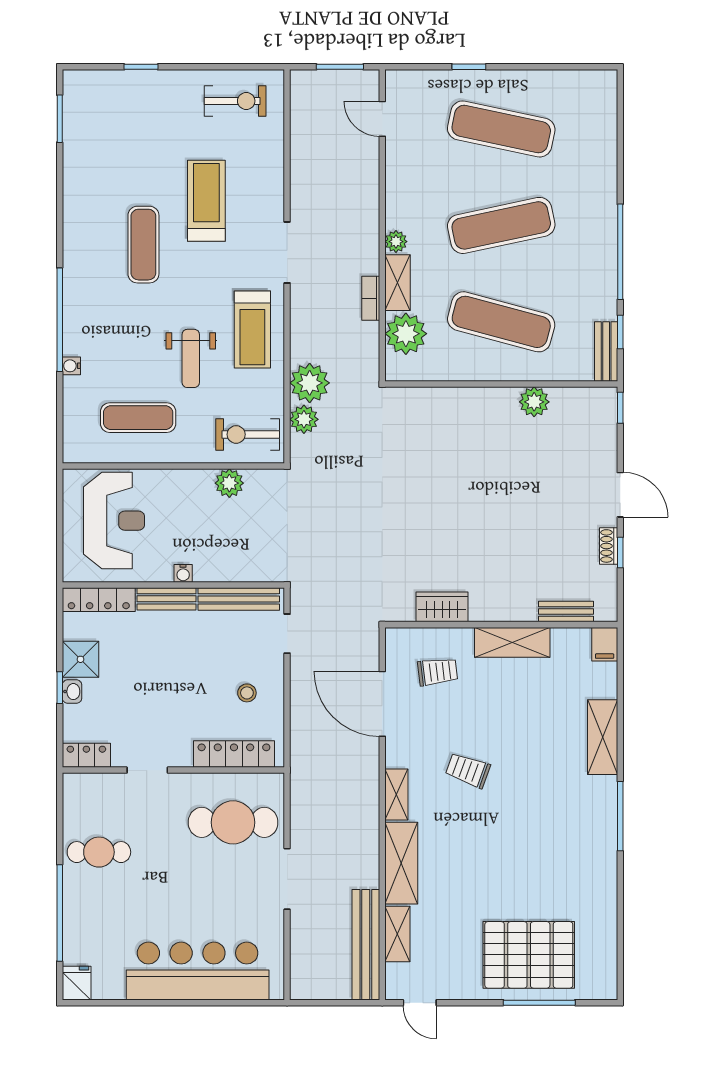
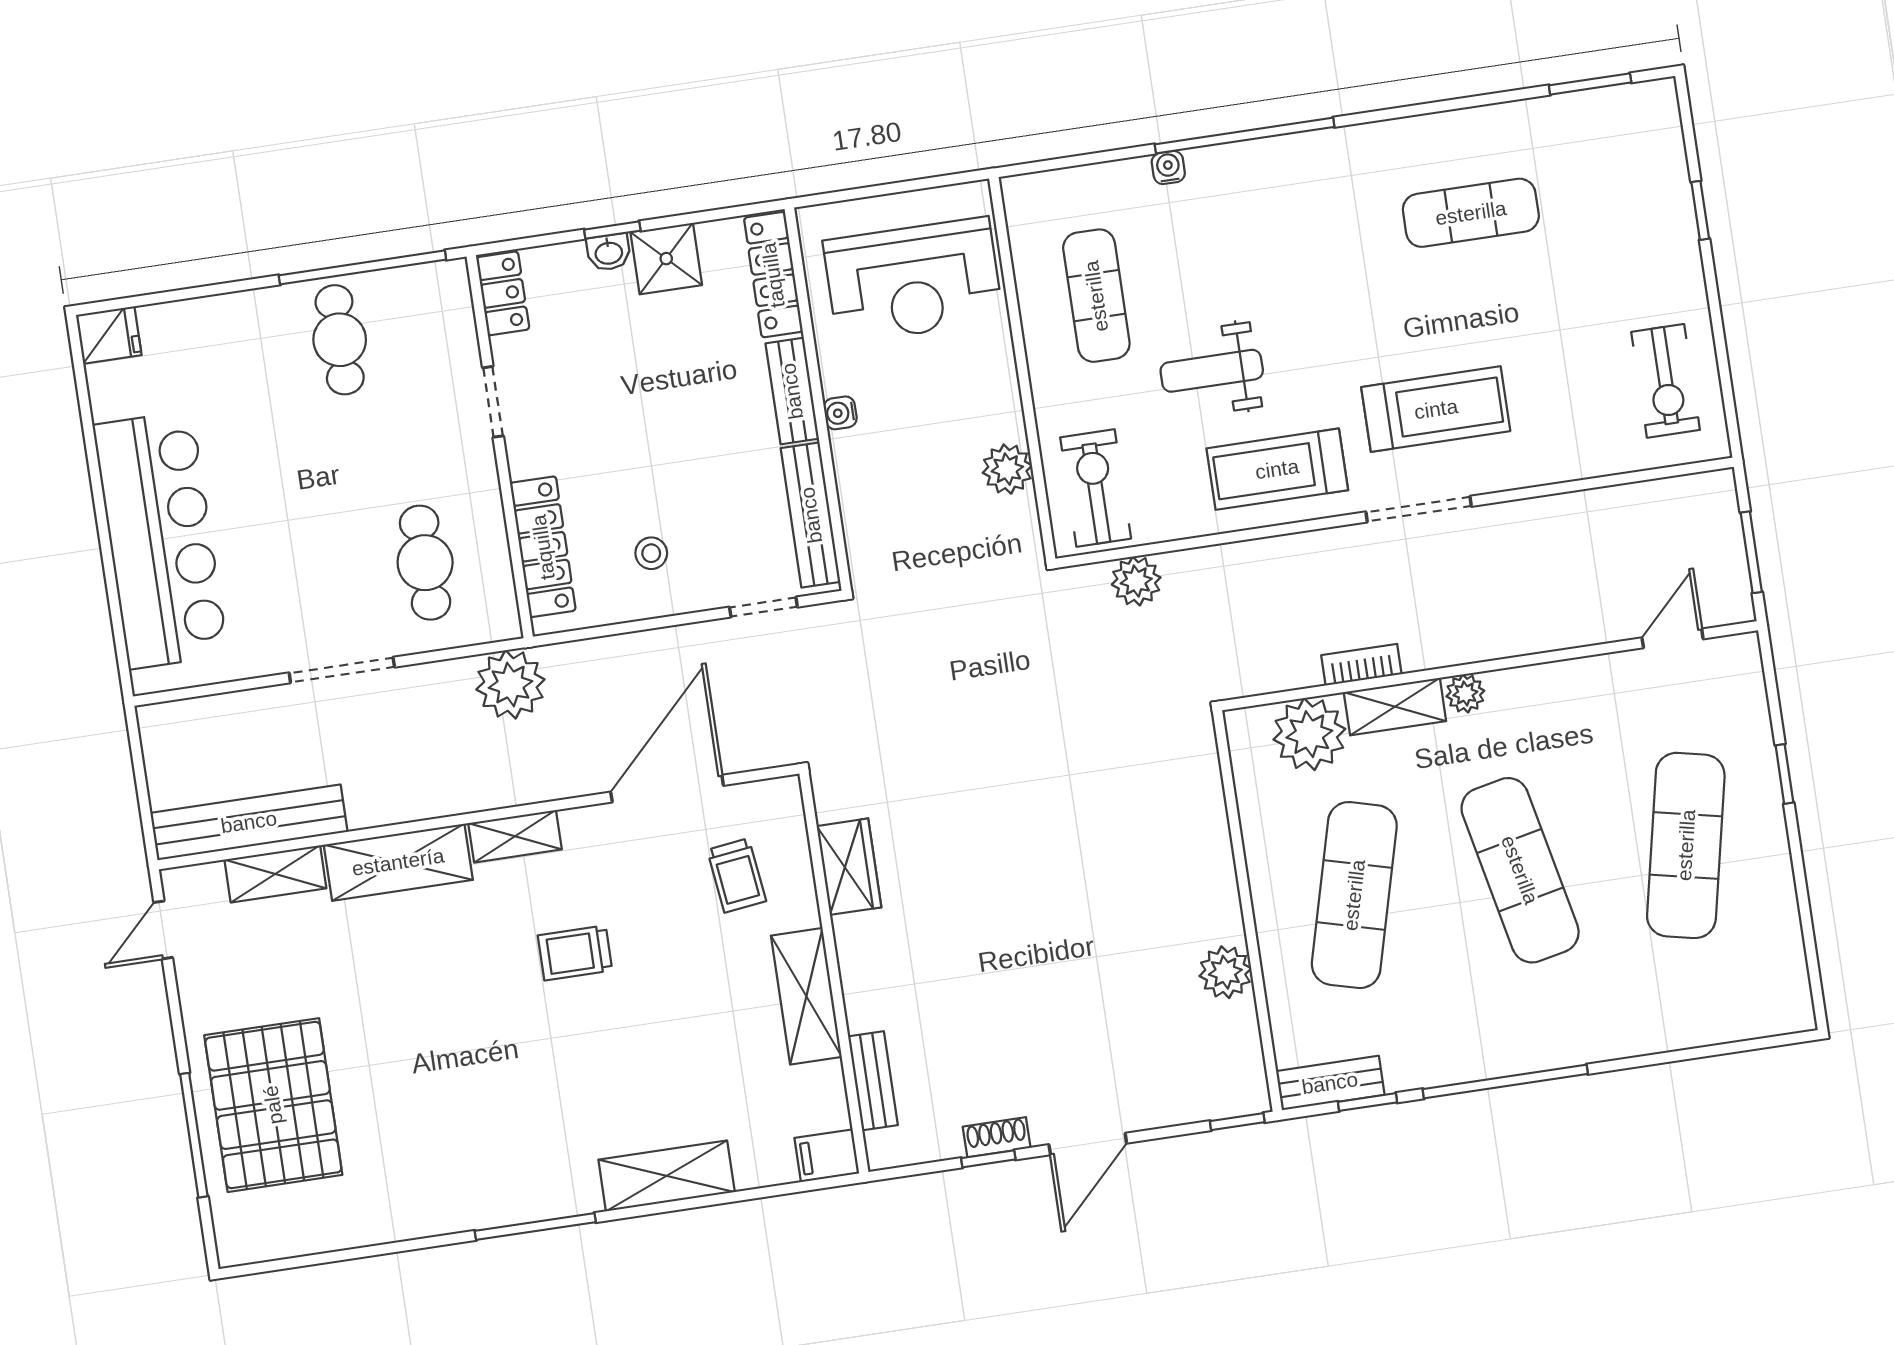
treadmill: (206, 201) -> (1436, 409), moved
exercise mat: (143, 245) -> (1471, 213), moved
plant: (310, 383) -> (510, 684), moved
trolley: (468, 770) -> (575, 953), turned -110
cafe table: (233, 822) -> (425, 563), width x0.73, depth x0.74
window: (60, 913) -> (362, 267), moved

